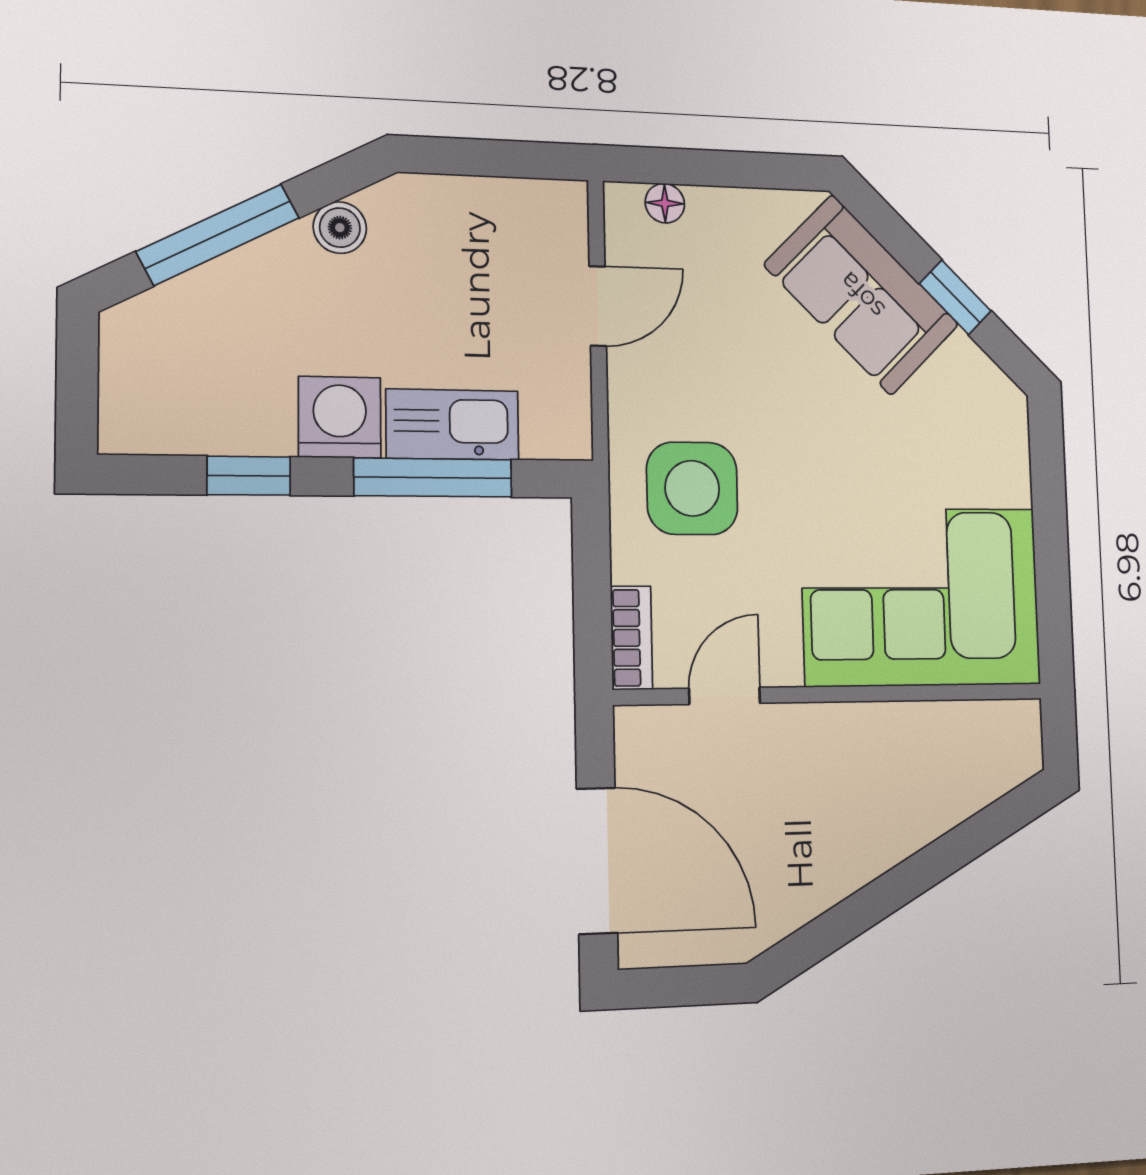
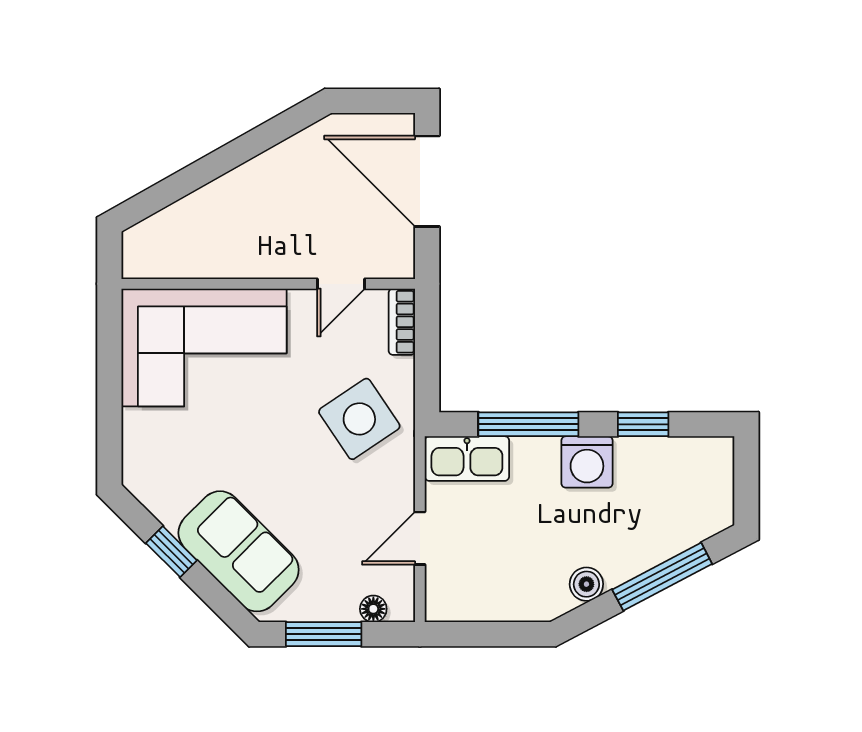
window: (736, 169) -> (324, 634), added
kitchen sink: (452, 424) -> (467, 459), moved
side table: (692, 488) -> (359, 419), turned -34

